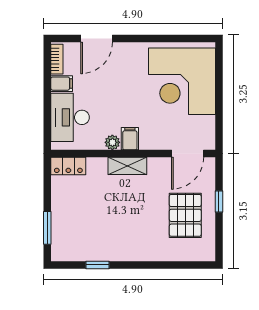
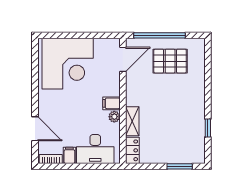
door: (188, 154) -> (123, 59), hinge flipped
shelving: (127, 166) -> (132, 121), moved
window: (219, 201) -> (159, 35), width x3.17

